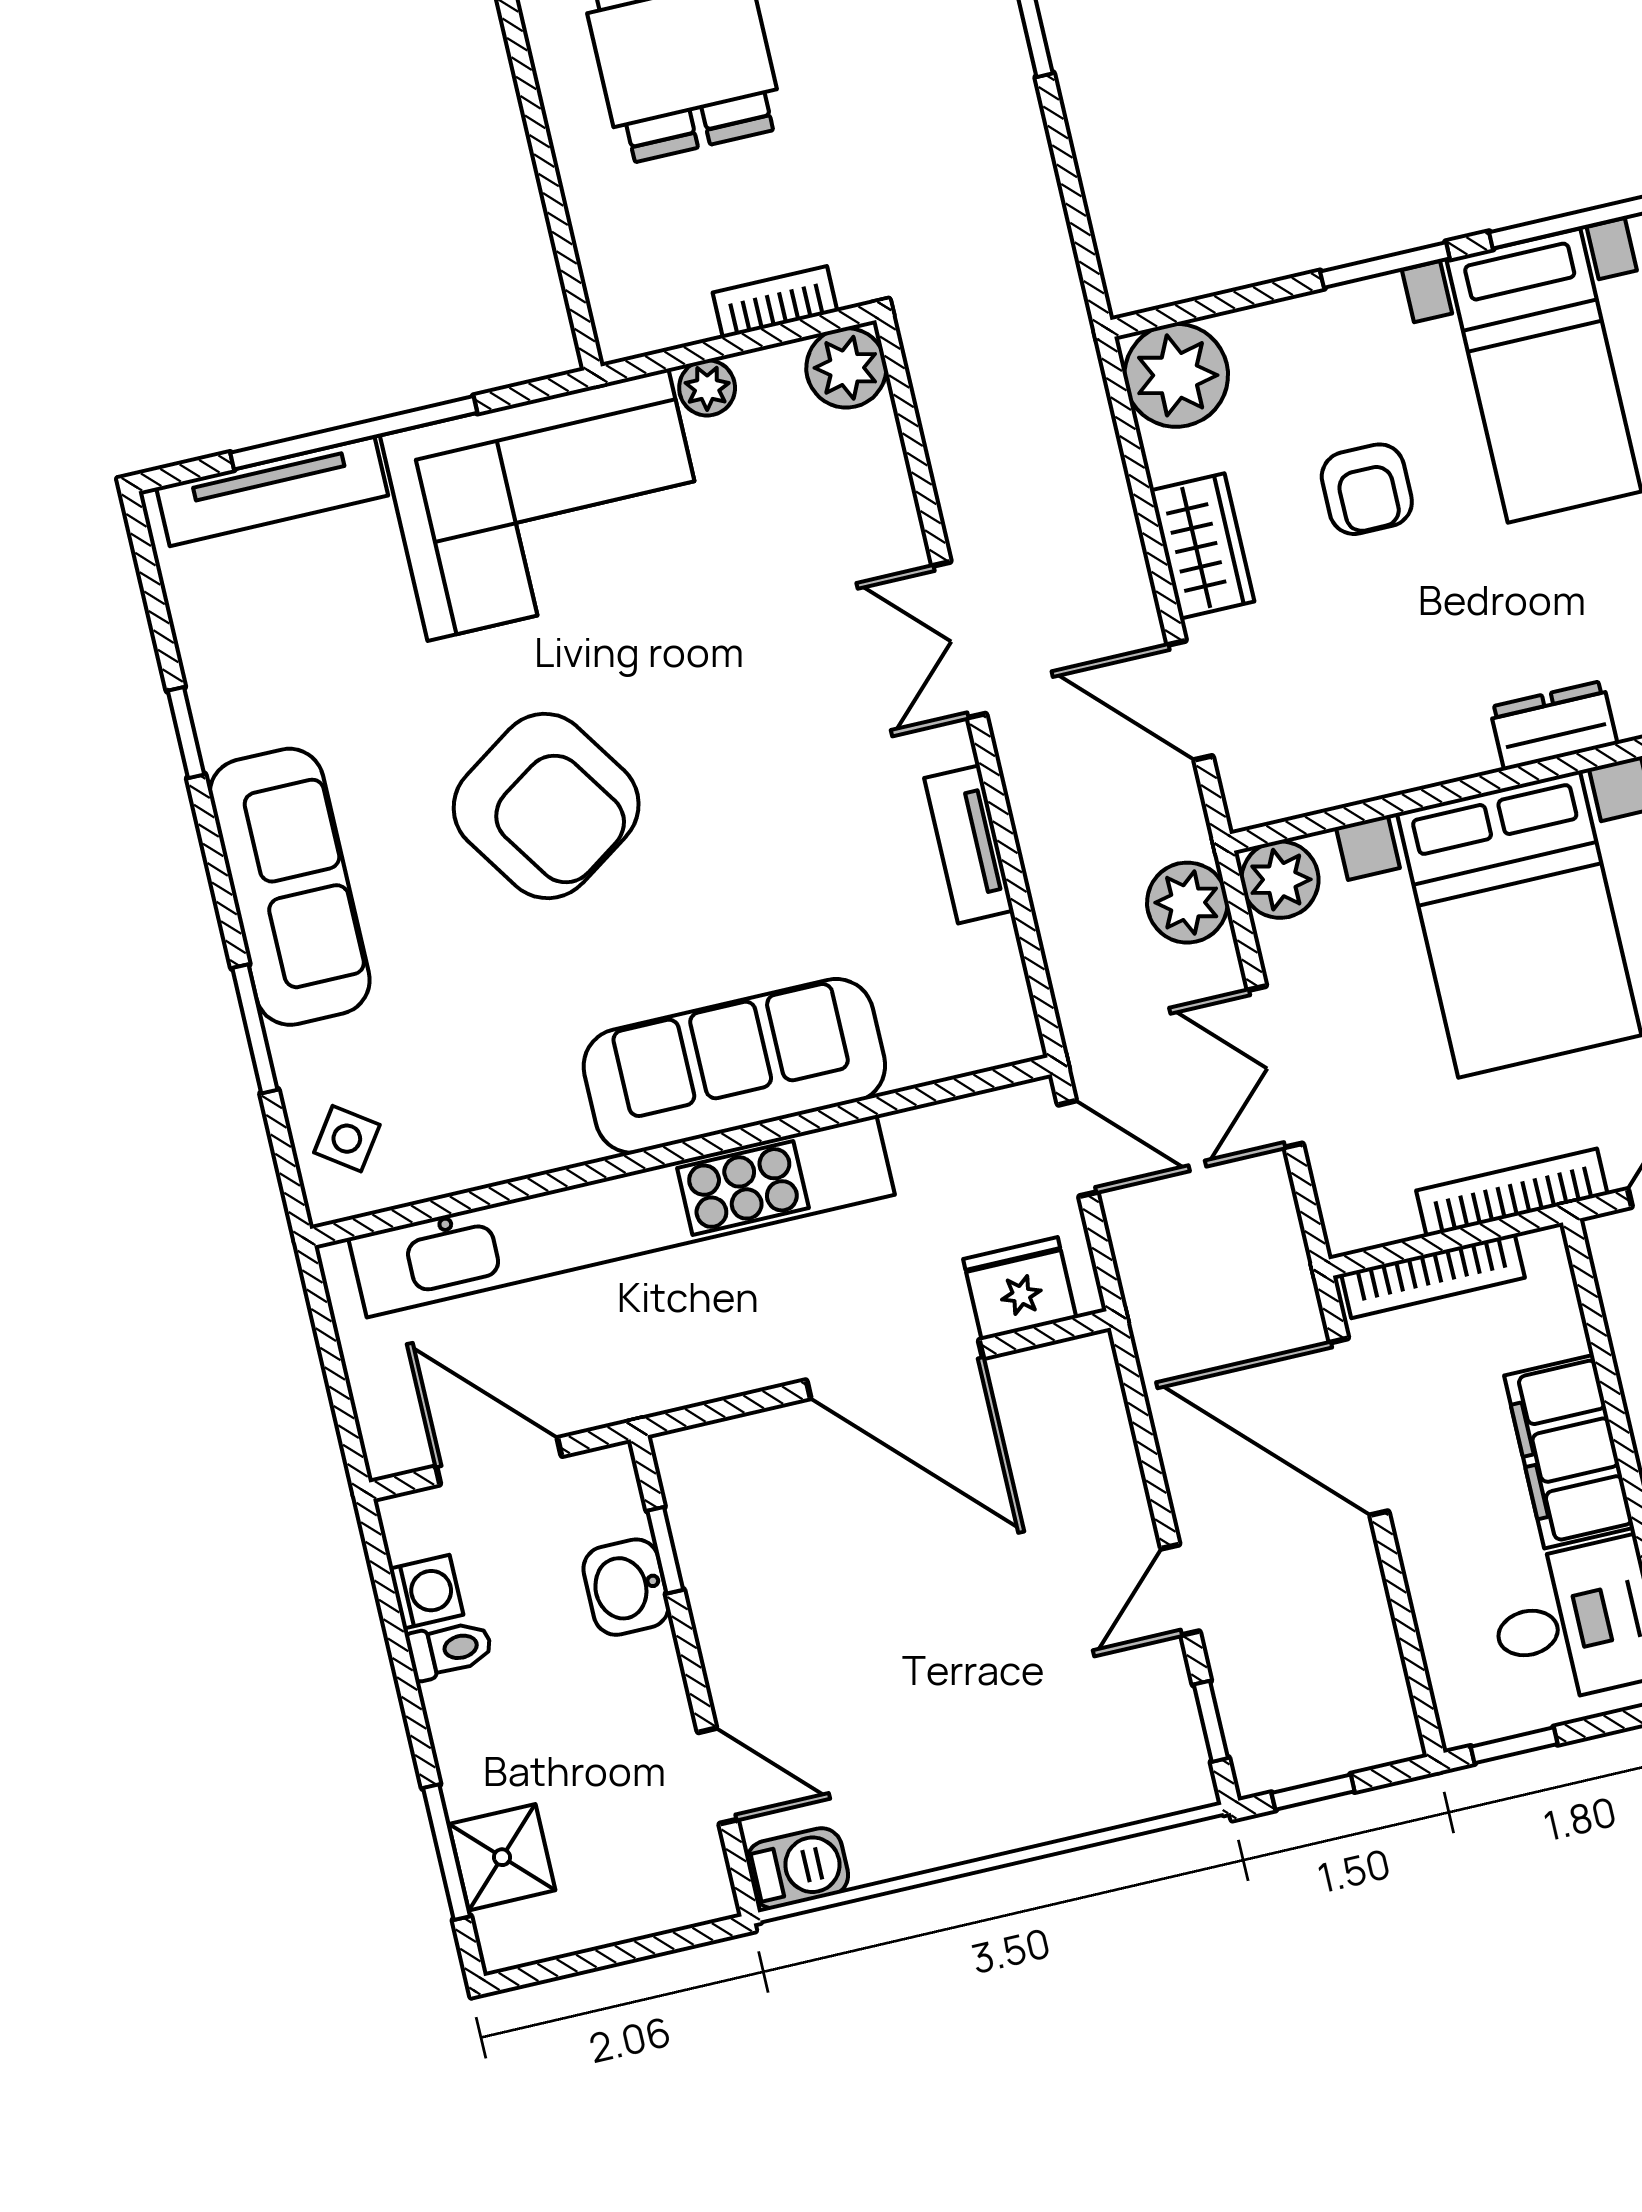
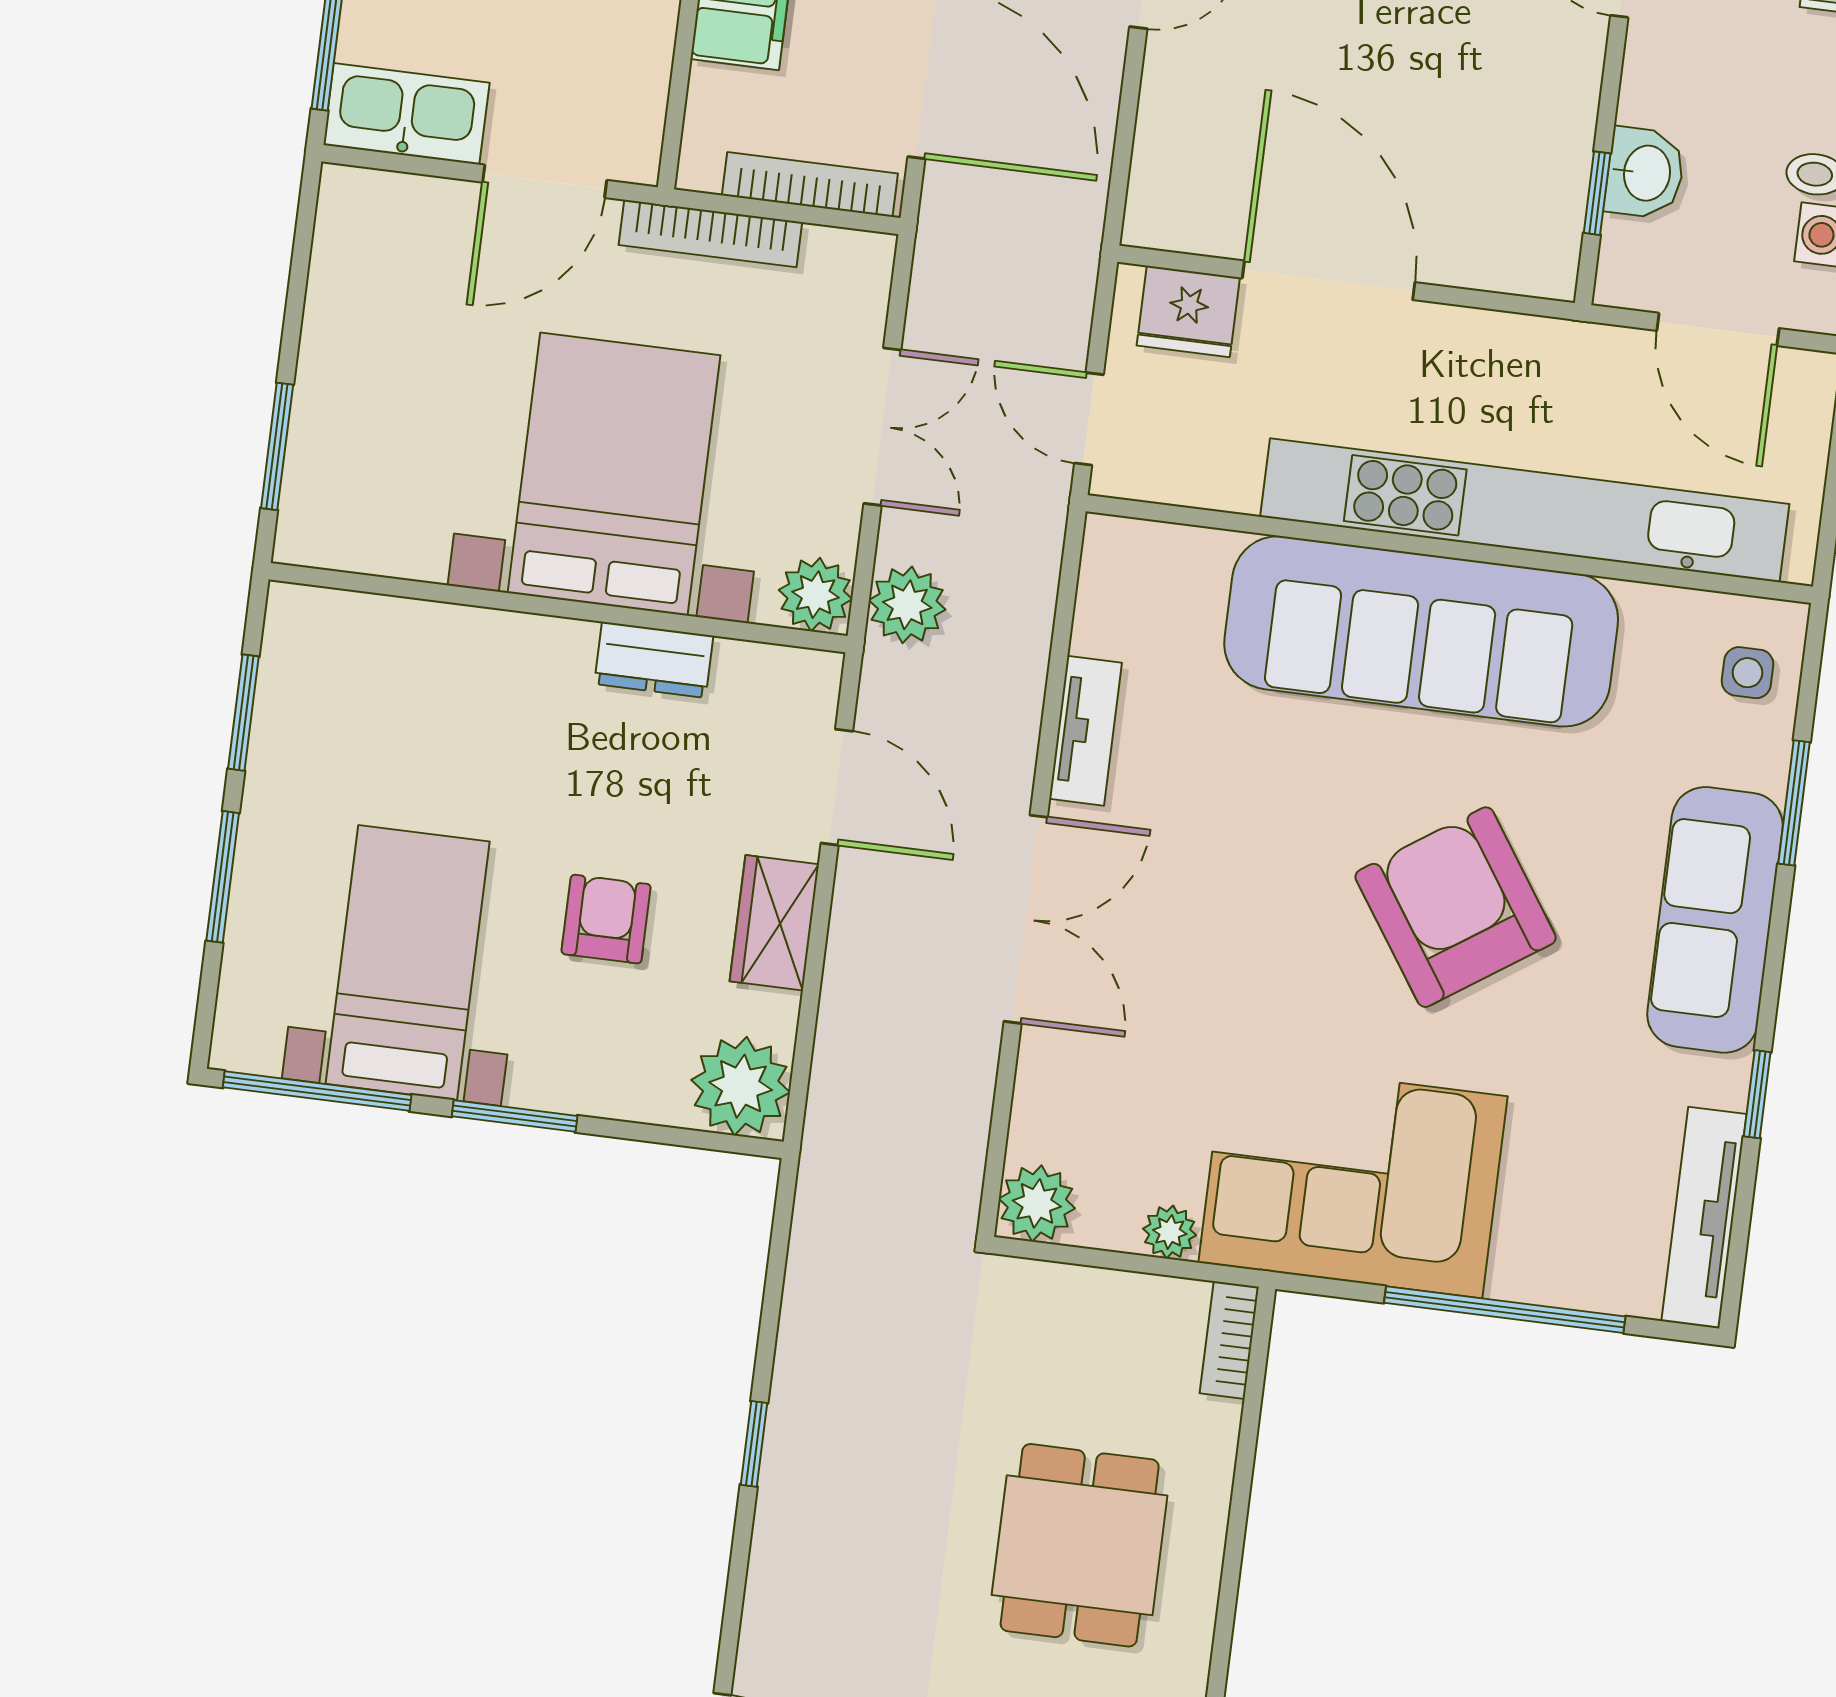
bookcase: (775, 302) -> (1229, 1340), moved, turned 90
tv unit: (272, 492) -> (1704, 1218), moved, turned -90
double door: (959, 640) -> (1026, 919), width x1.37
dresser: (1554, 726) -> (654, 660), moved
sofa: (734, 1066) -> (1421, 631), width x1.36, depth x1.27
side table: (347, 1139) -> (1748, 673), turned -35

